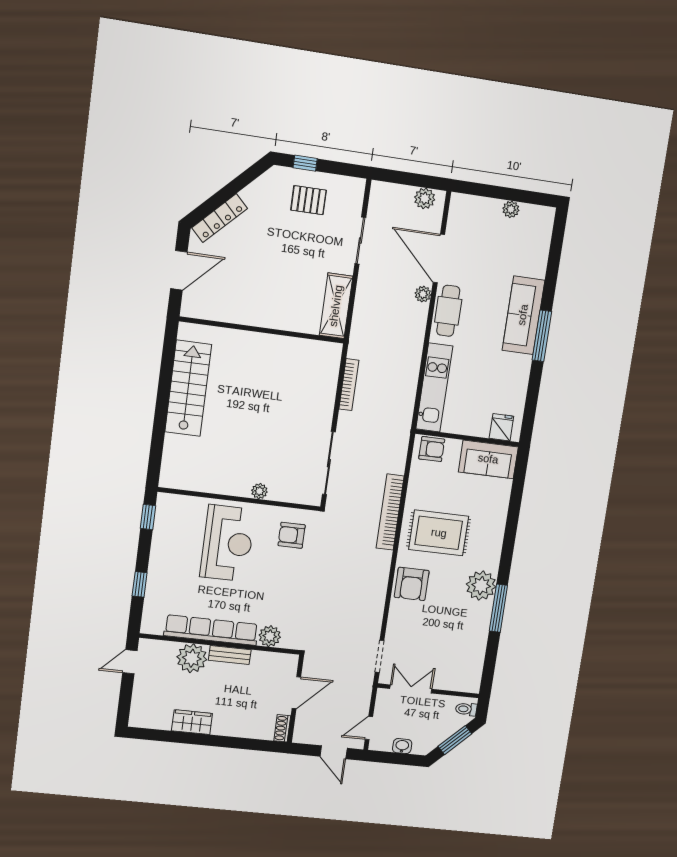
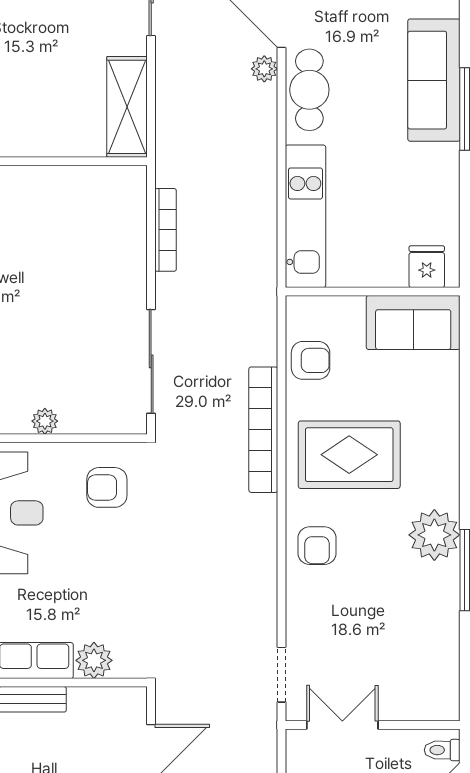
armchair: (432, 449) -> (311, 360), moved
armchair: (412, 584) -> (317, 546), width x0.72, depth x0.72

